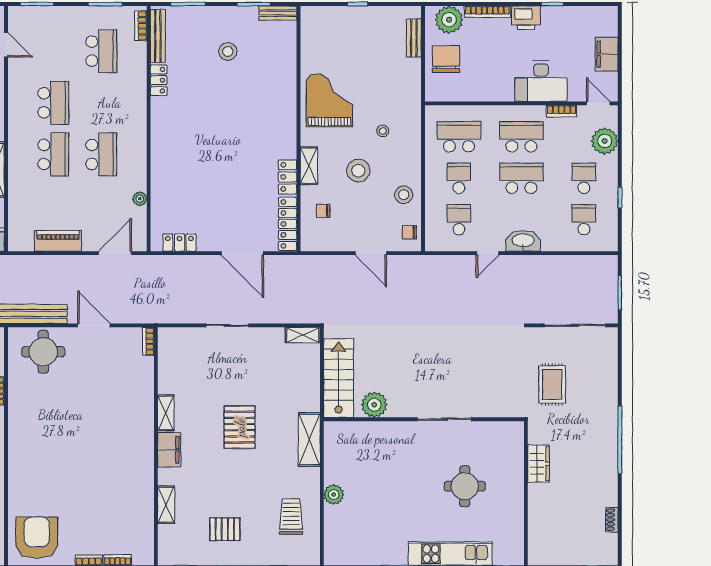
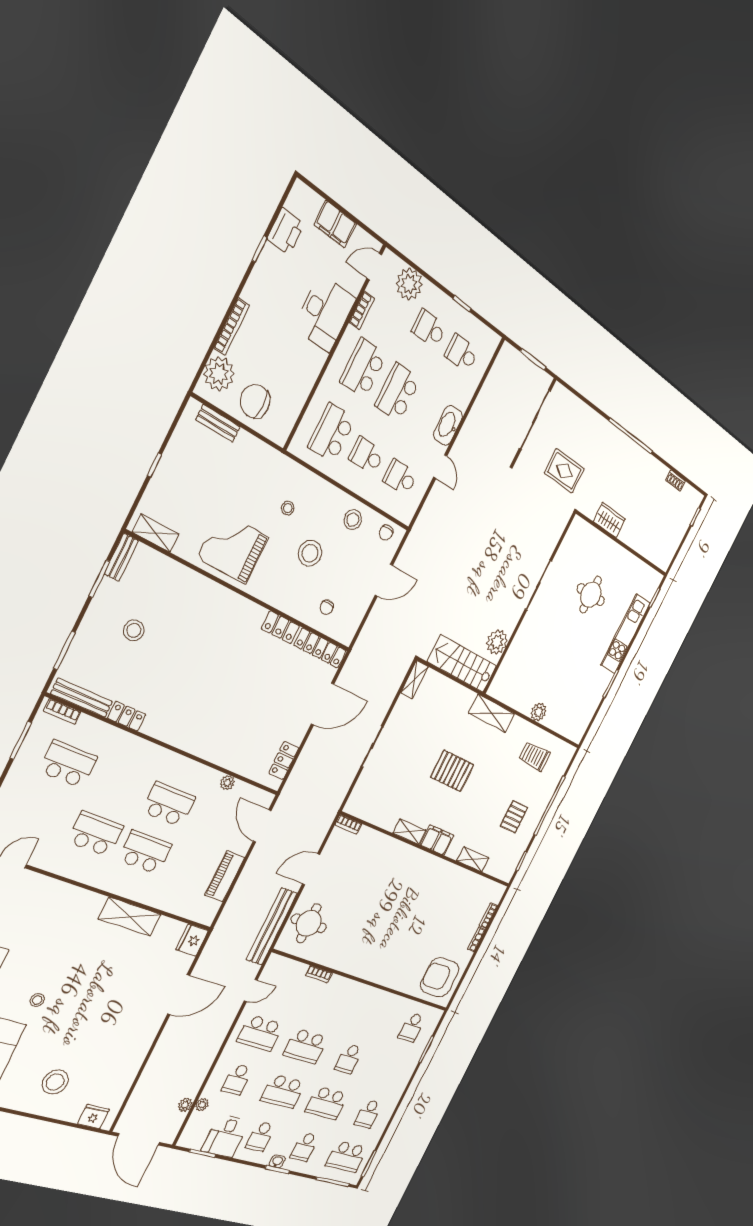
printer: (526, 18) -> (286, 231), moved
shelving: (309, 166) -> (156, 533), moved

